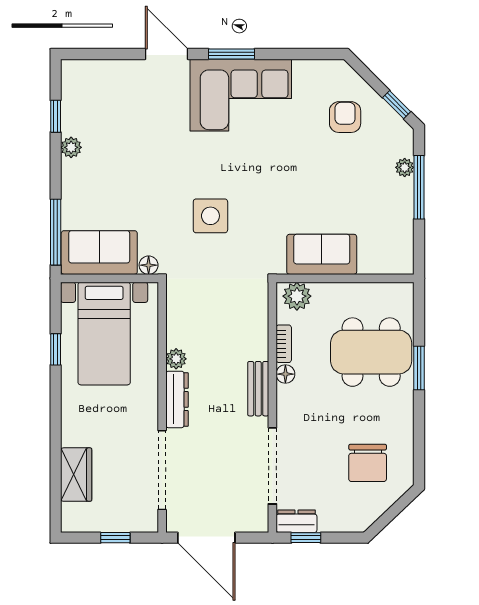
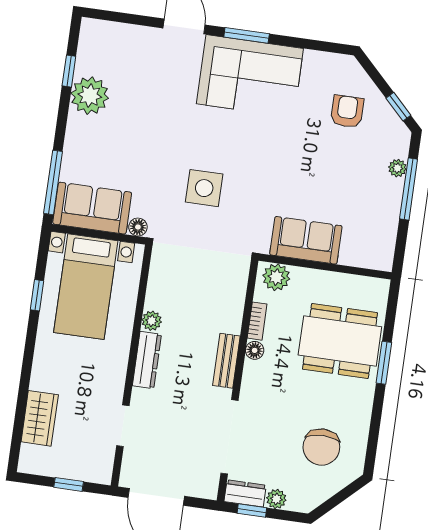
plant: (71, 147) -> (90, 96), width x1.88, depth x1.88
doorway: (162, 470) -> (123, 426), width x0.53
plant: (329, 522) -> (276, 499), added

